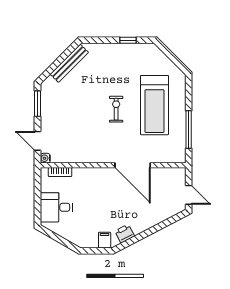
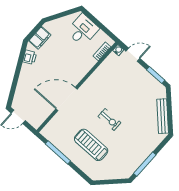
window: (128, 40) -> (145, 164), width x2.17
treadmill: (155, 105) -> (91, 145), width x0.73, depth x0.73
filing cabinet: (105, 240) -> (40, 38), width x2.00

